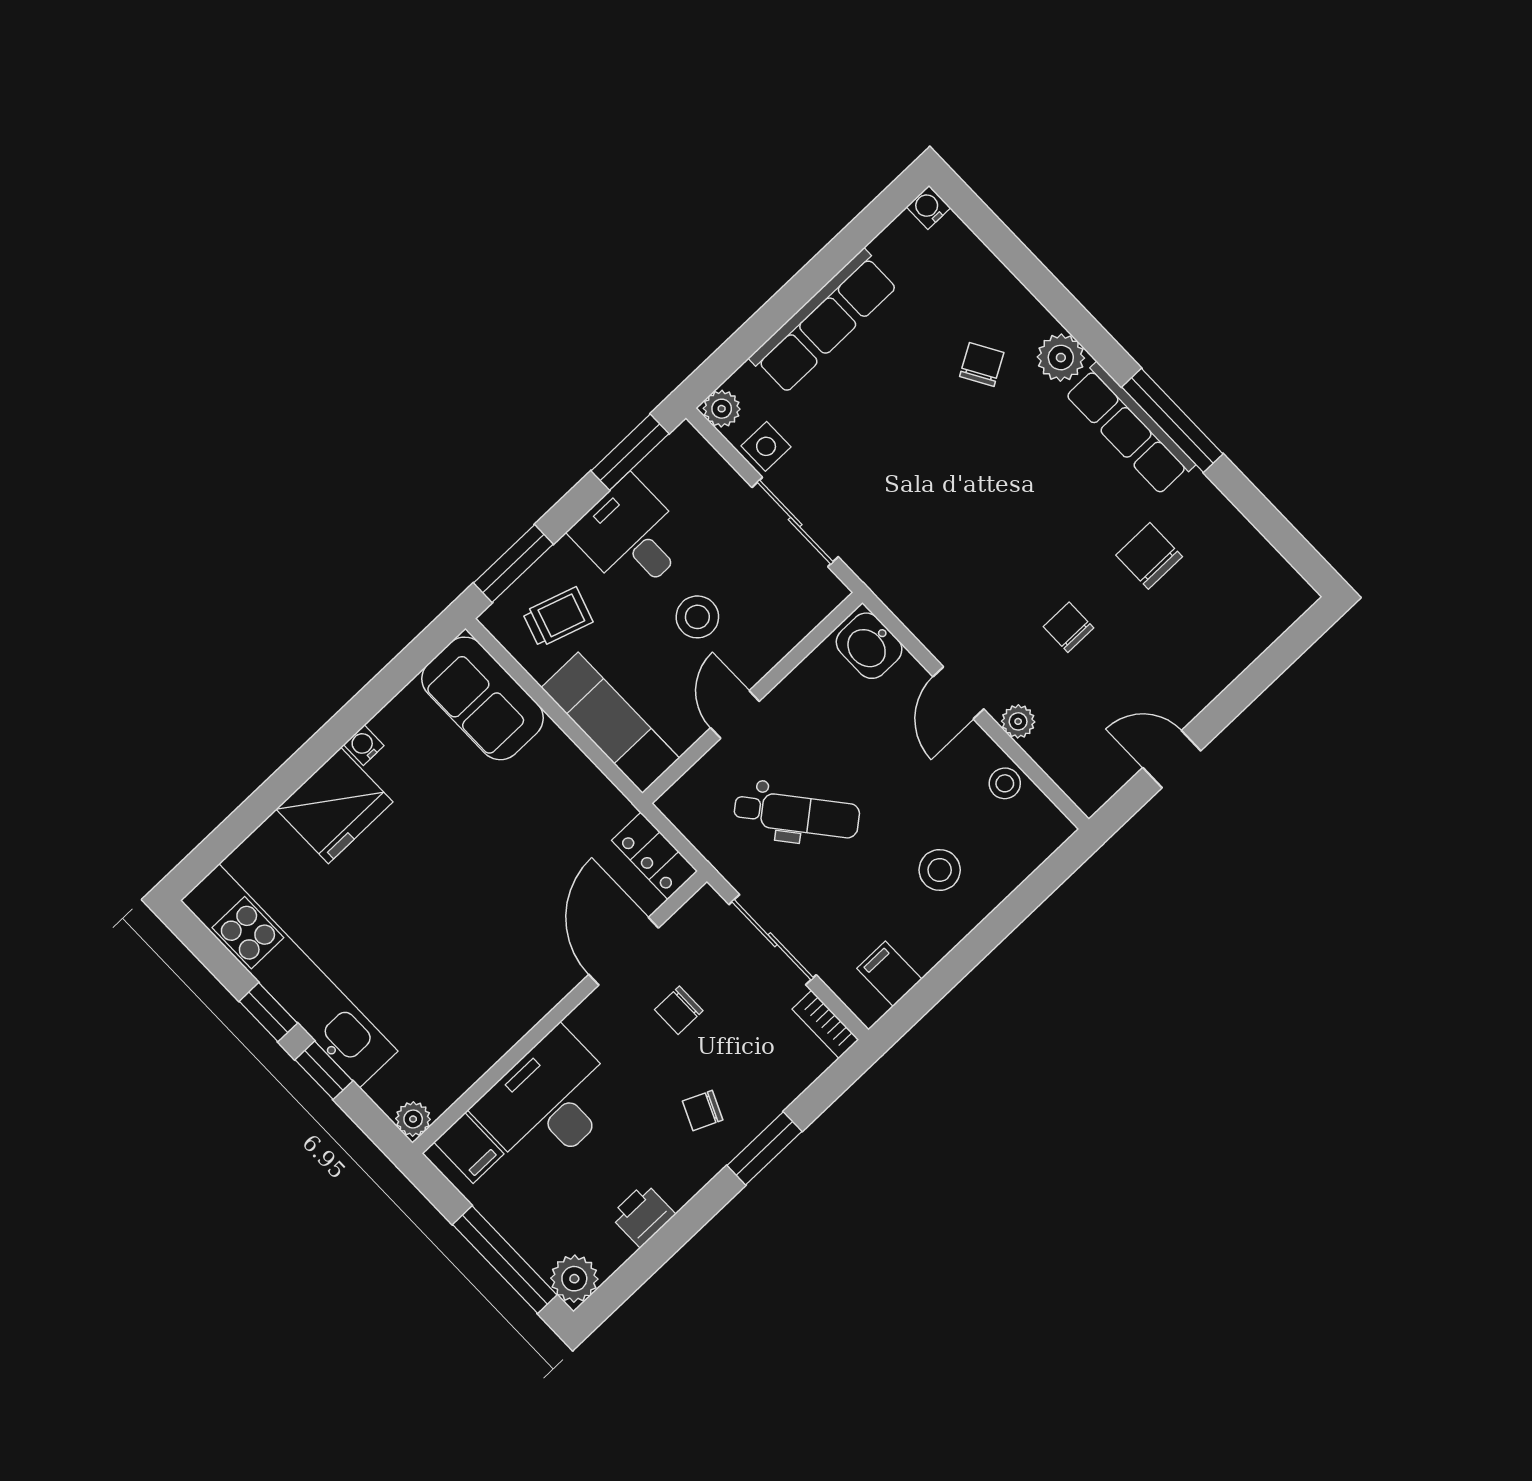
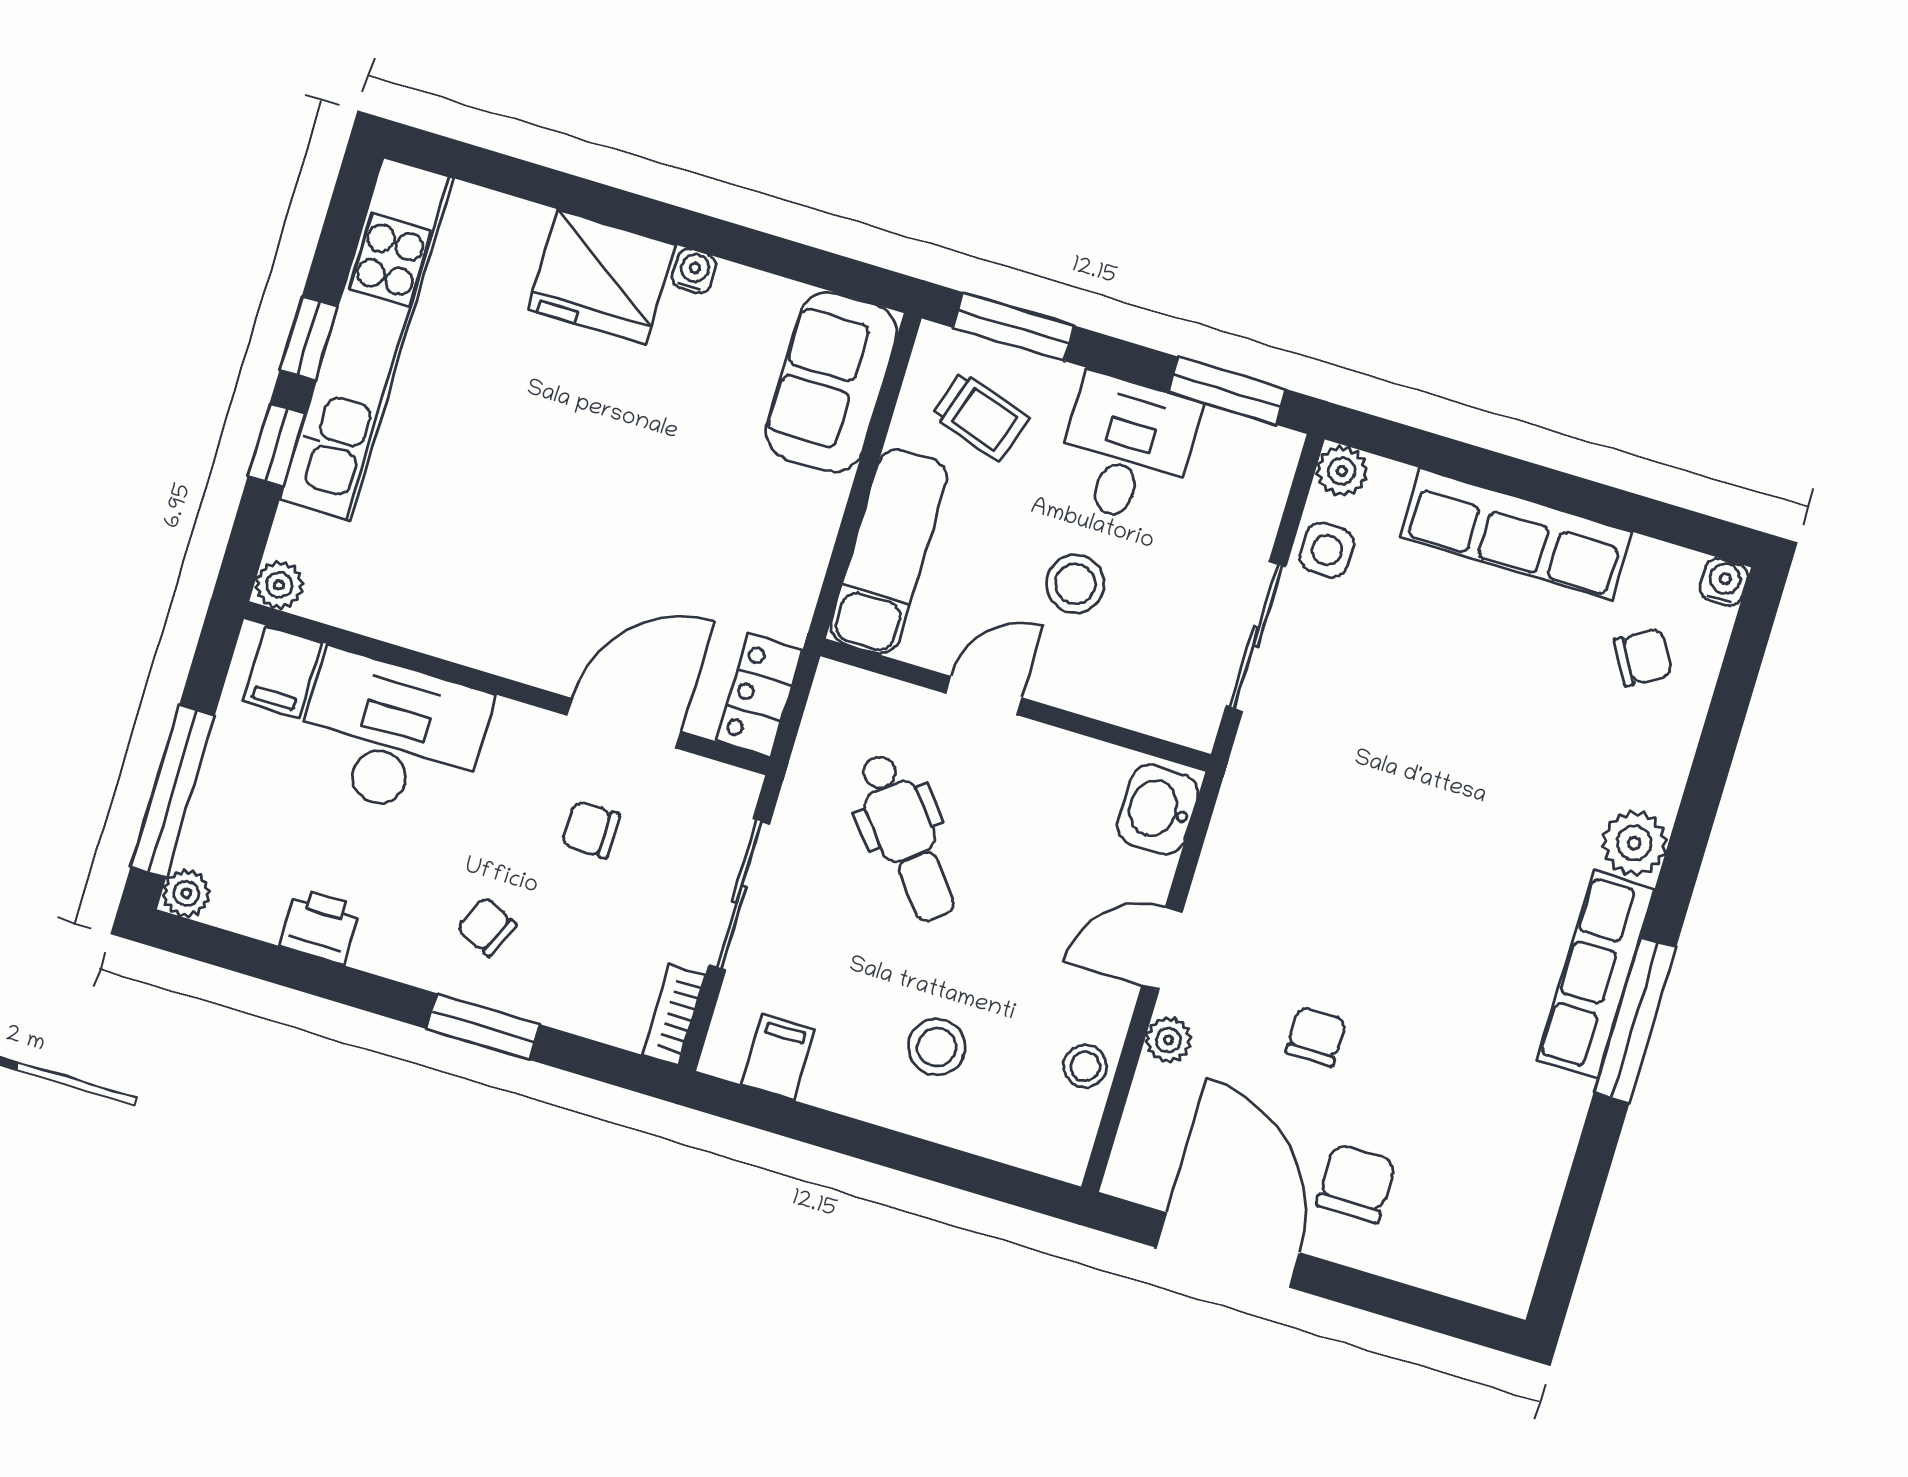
chair: (982, 365) -> (1643, 657), moved
chair: (1149, 556) -> (1356, 1183), moved
door: (1172, 759) -> (1228, 1250), width x1.88
plant: (574, 1279) -> (186, 893), width x0.73, depth x0.73

